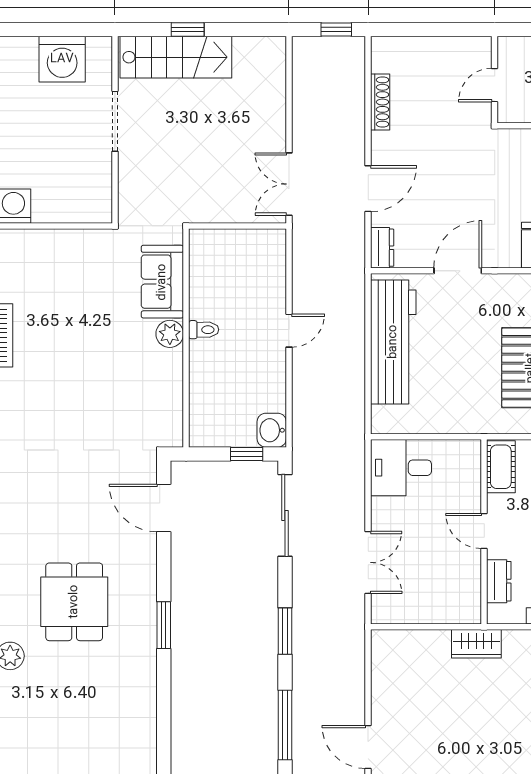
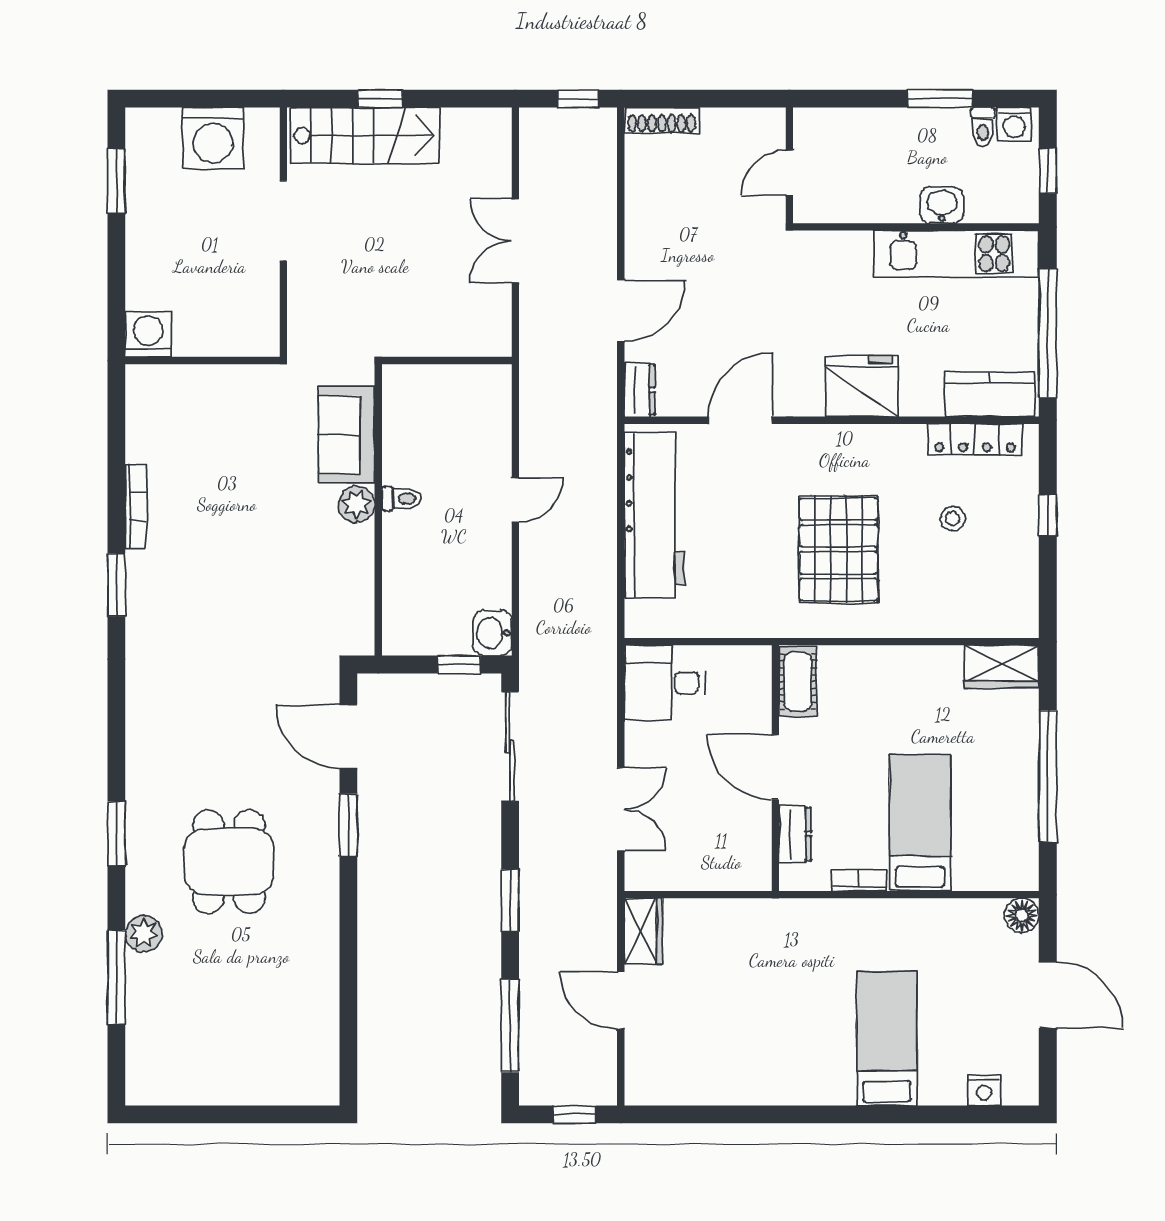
shoe rack: (380, 102) -> (662, 120), moved, turned 90
double door: (289, 184) -> (515, 241), moved
door: (484, 531) -> (775, 767), width x1.38
window: (164, 625) -> (348, 825), moved
wardrobe: (476, 644) -> (643, 931), moved, turned -90
door: (368, 747) -> (621, 1000), moved

